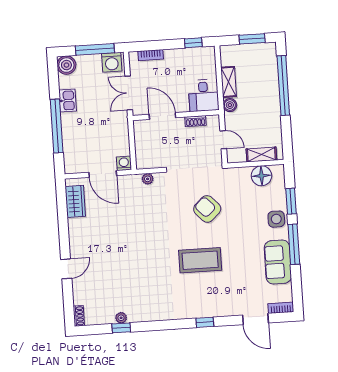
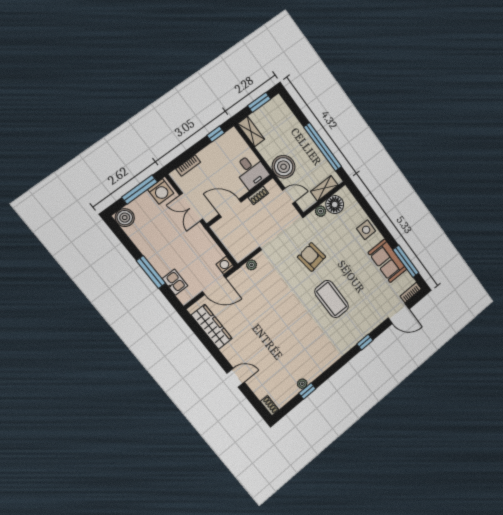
shelving: (228, 82) -> (251, 132), moved
window: (283, 85) -> (323, 147), moved
kitchen sink: (68, 100) -> (175, 282), moved
boiler: (230, 105) -> (284, 167), width x1.86, depth x1.86
window: (57, 126) -> (151, 272), width x0.68
plant: (244, 173) -> (321, 211), added
wardrobe: (75, 201) -> (212, 327), width x1.50
window: (291, 201) -> (368, 209), removed
armchair: (207, 209) -> (312, 257), turned 35
window: (294, 244) -> (406, 261), moved
coffee table: (200, 260) -> (332, 299), turned 90
door: (66, 269) -> (236, 378), hinge flipped

